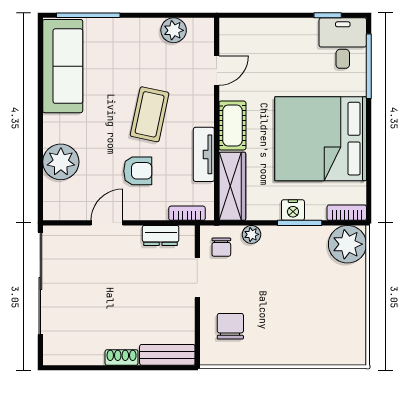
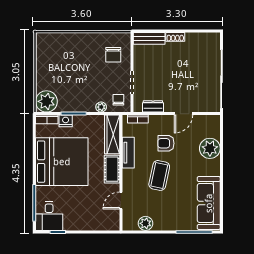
nightstand: (293, 210) -> (66, 121), moved

